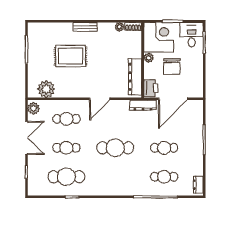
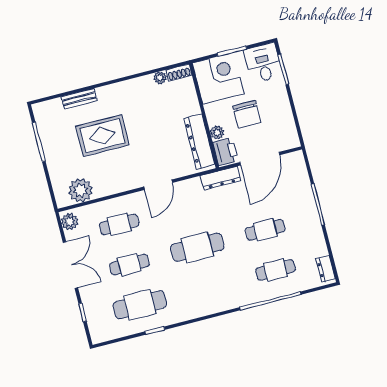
bench: (85, 27) -> (79, 99), moved
plant: (149, 58) -> (217, 132), moved

